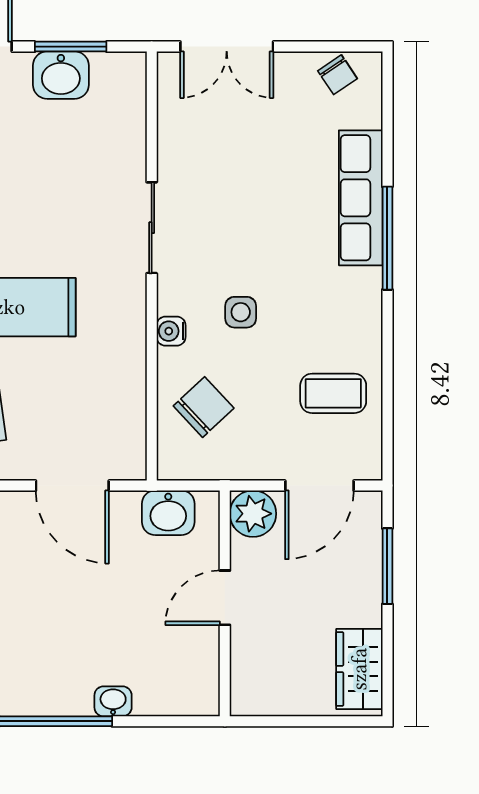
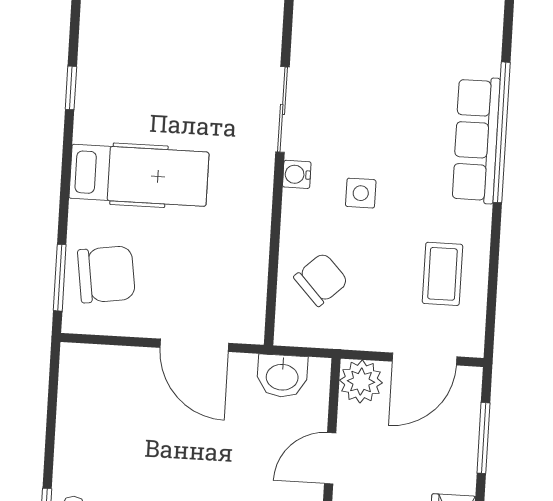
row of seats: (361, 198) -> (476, 140), moved
window: (387, 238) -> (502, 132), width x1.46
water cooler: (171, 331) -> (297, 174), moved
coffee table: (333, 393) -> (442, 274), turned 90

